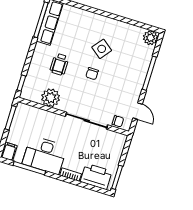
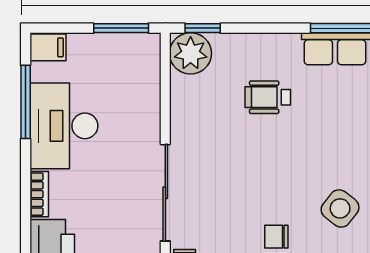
side table: (102, 49) -> (340, 208), moved
chair: (92, 74) -> (276, 237), moved
plant: (51, 98) -> (191, 53), moved

